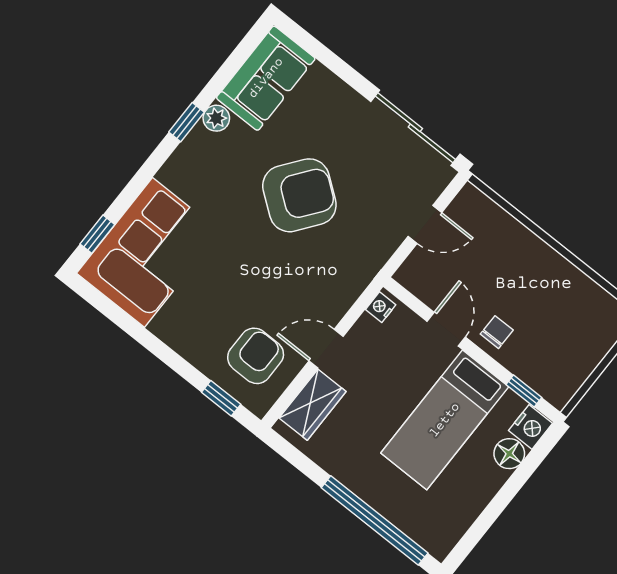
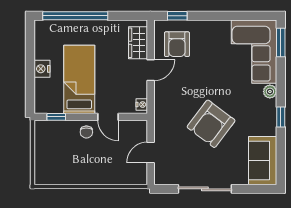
plant: (216, 118) -> (270, 92), moved
sliding door: (415, 128) -> (205, 189), moved
window: (97, 234) -> (281, 43), width x1.50
nightstand: (530, 427) -> (42, 69), moved
floor lamp: (509, 454) -> (42, 87), removed

